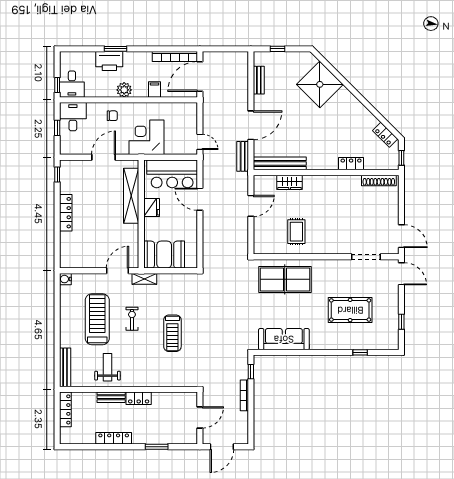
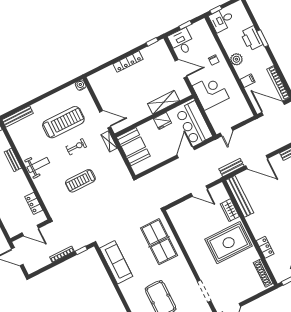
desk: (73, 117) -> (182, 42), moved, turned -90
shelving: (131, 196) -> (163, 102), width x0.68
rug: (296, 232) -> (229, 243), moved, width x1.86, depth x2.06
weight bench: (108, 367) -> (38, 165), moved
locker: (139, 398) -> (34, 203), moved

